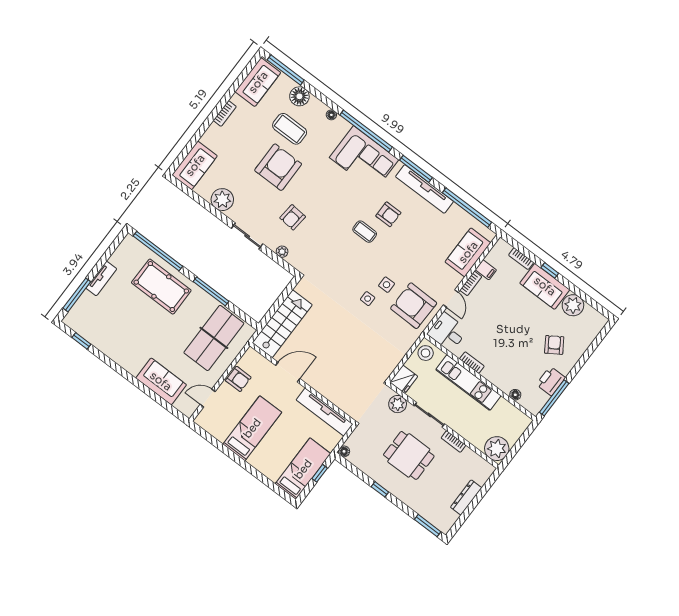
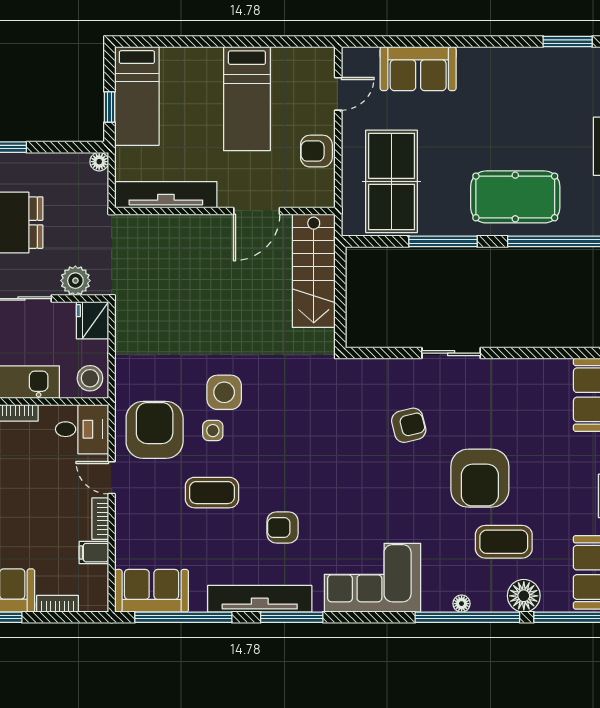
window: (366, 131) -> (467, 617), moved
plant: (222, 200) -> (522, 377), removed
armchair: (293, 217) -> (409, 425), turned 71
coffee table: (365, 232) -> (212, 493), moved, width x1.36, depth x1.30
plant: (282, 252) -> (388, 368), removed
sofa: (468, 252) -> (152, 591), moved, turned -90
side table: (368, 299) -> (224, 392), width x1.87, depth x1.87
armchair: (414, 306) -> (155, 430), turned -91
window: (81, 341) -> (568, 42), width x1.50

